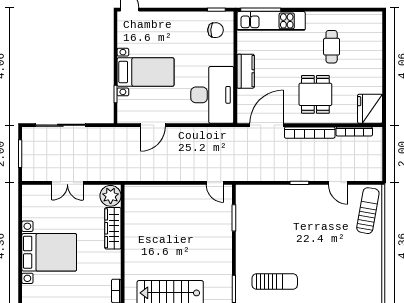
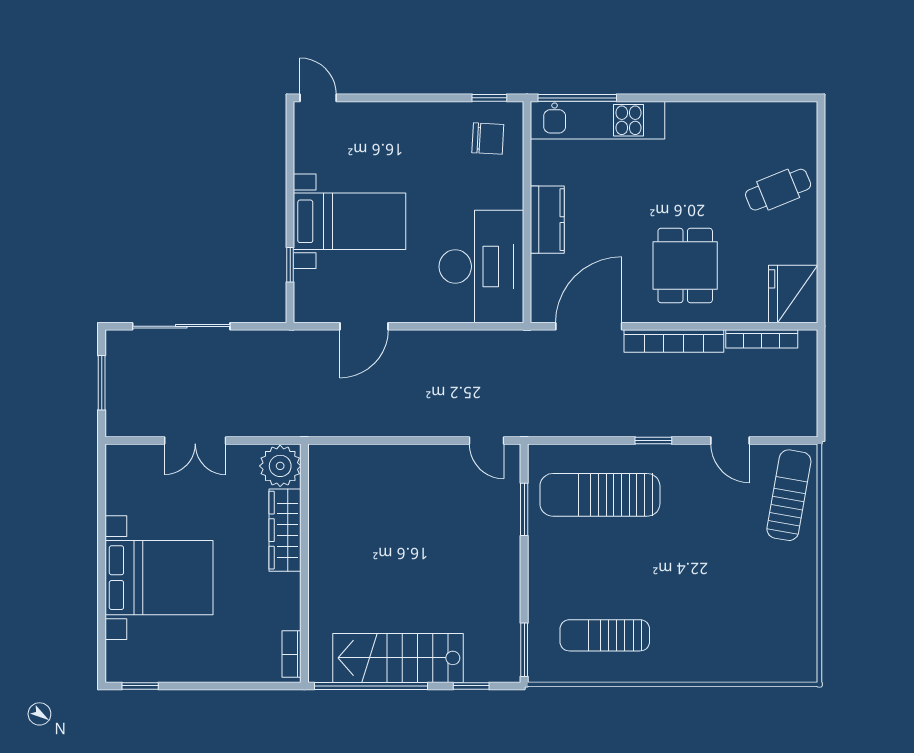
cafe table: (332, 47) -> (778, 190), moved, turned 68
sun lounger: (272, 210) -> (600, 495), added
sun lounger: (275, 282) -> (605, 635), turned 180

